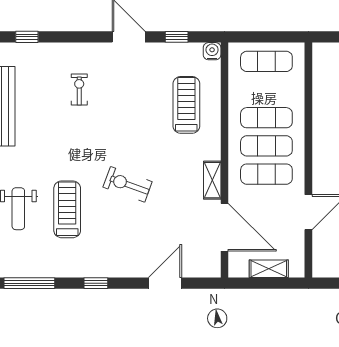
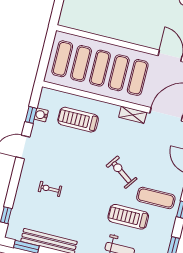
water cooler: (212, 51) -> (41, 115), moved
exercise mat: (266, 90) -> (81, 63), added
exercise bike: (128, 184) -> (122, 172), turned 106
exercise mat: (103, 242) -> (156, 198), added

